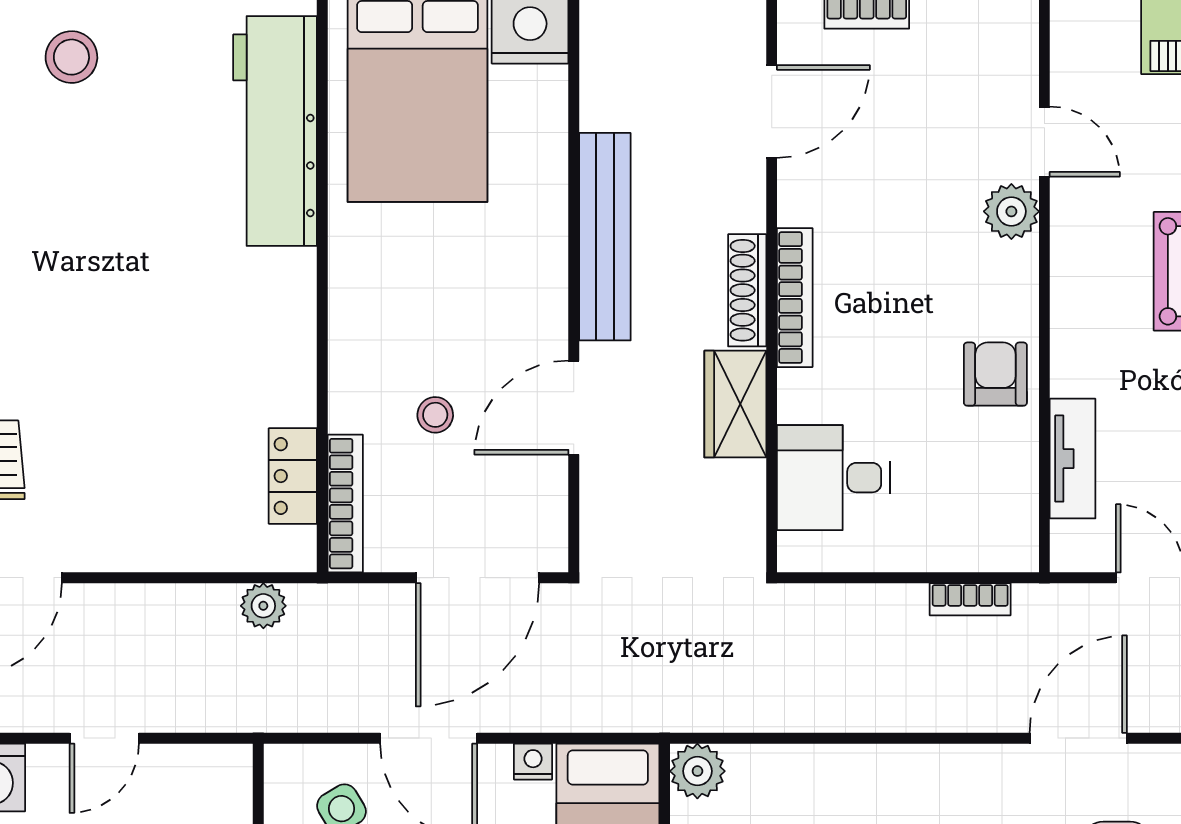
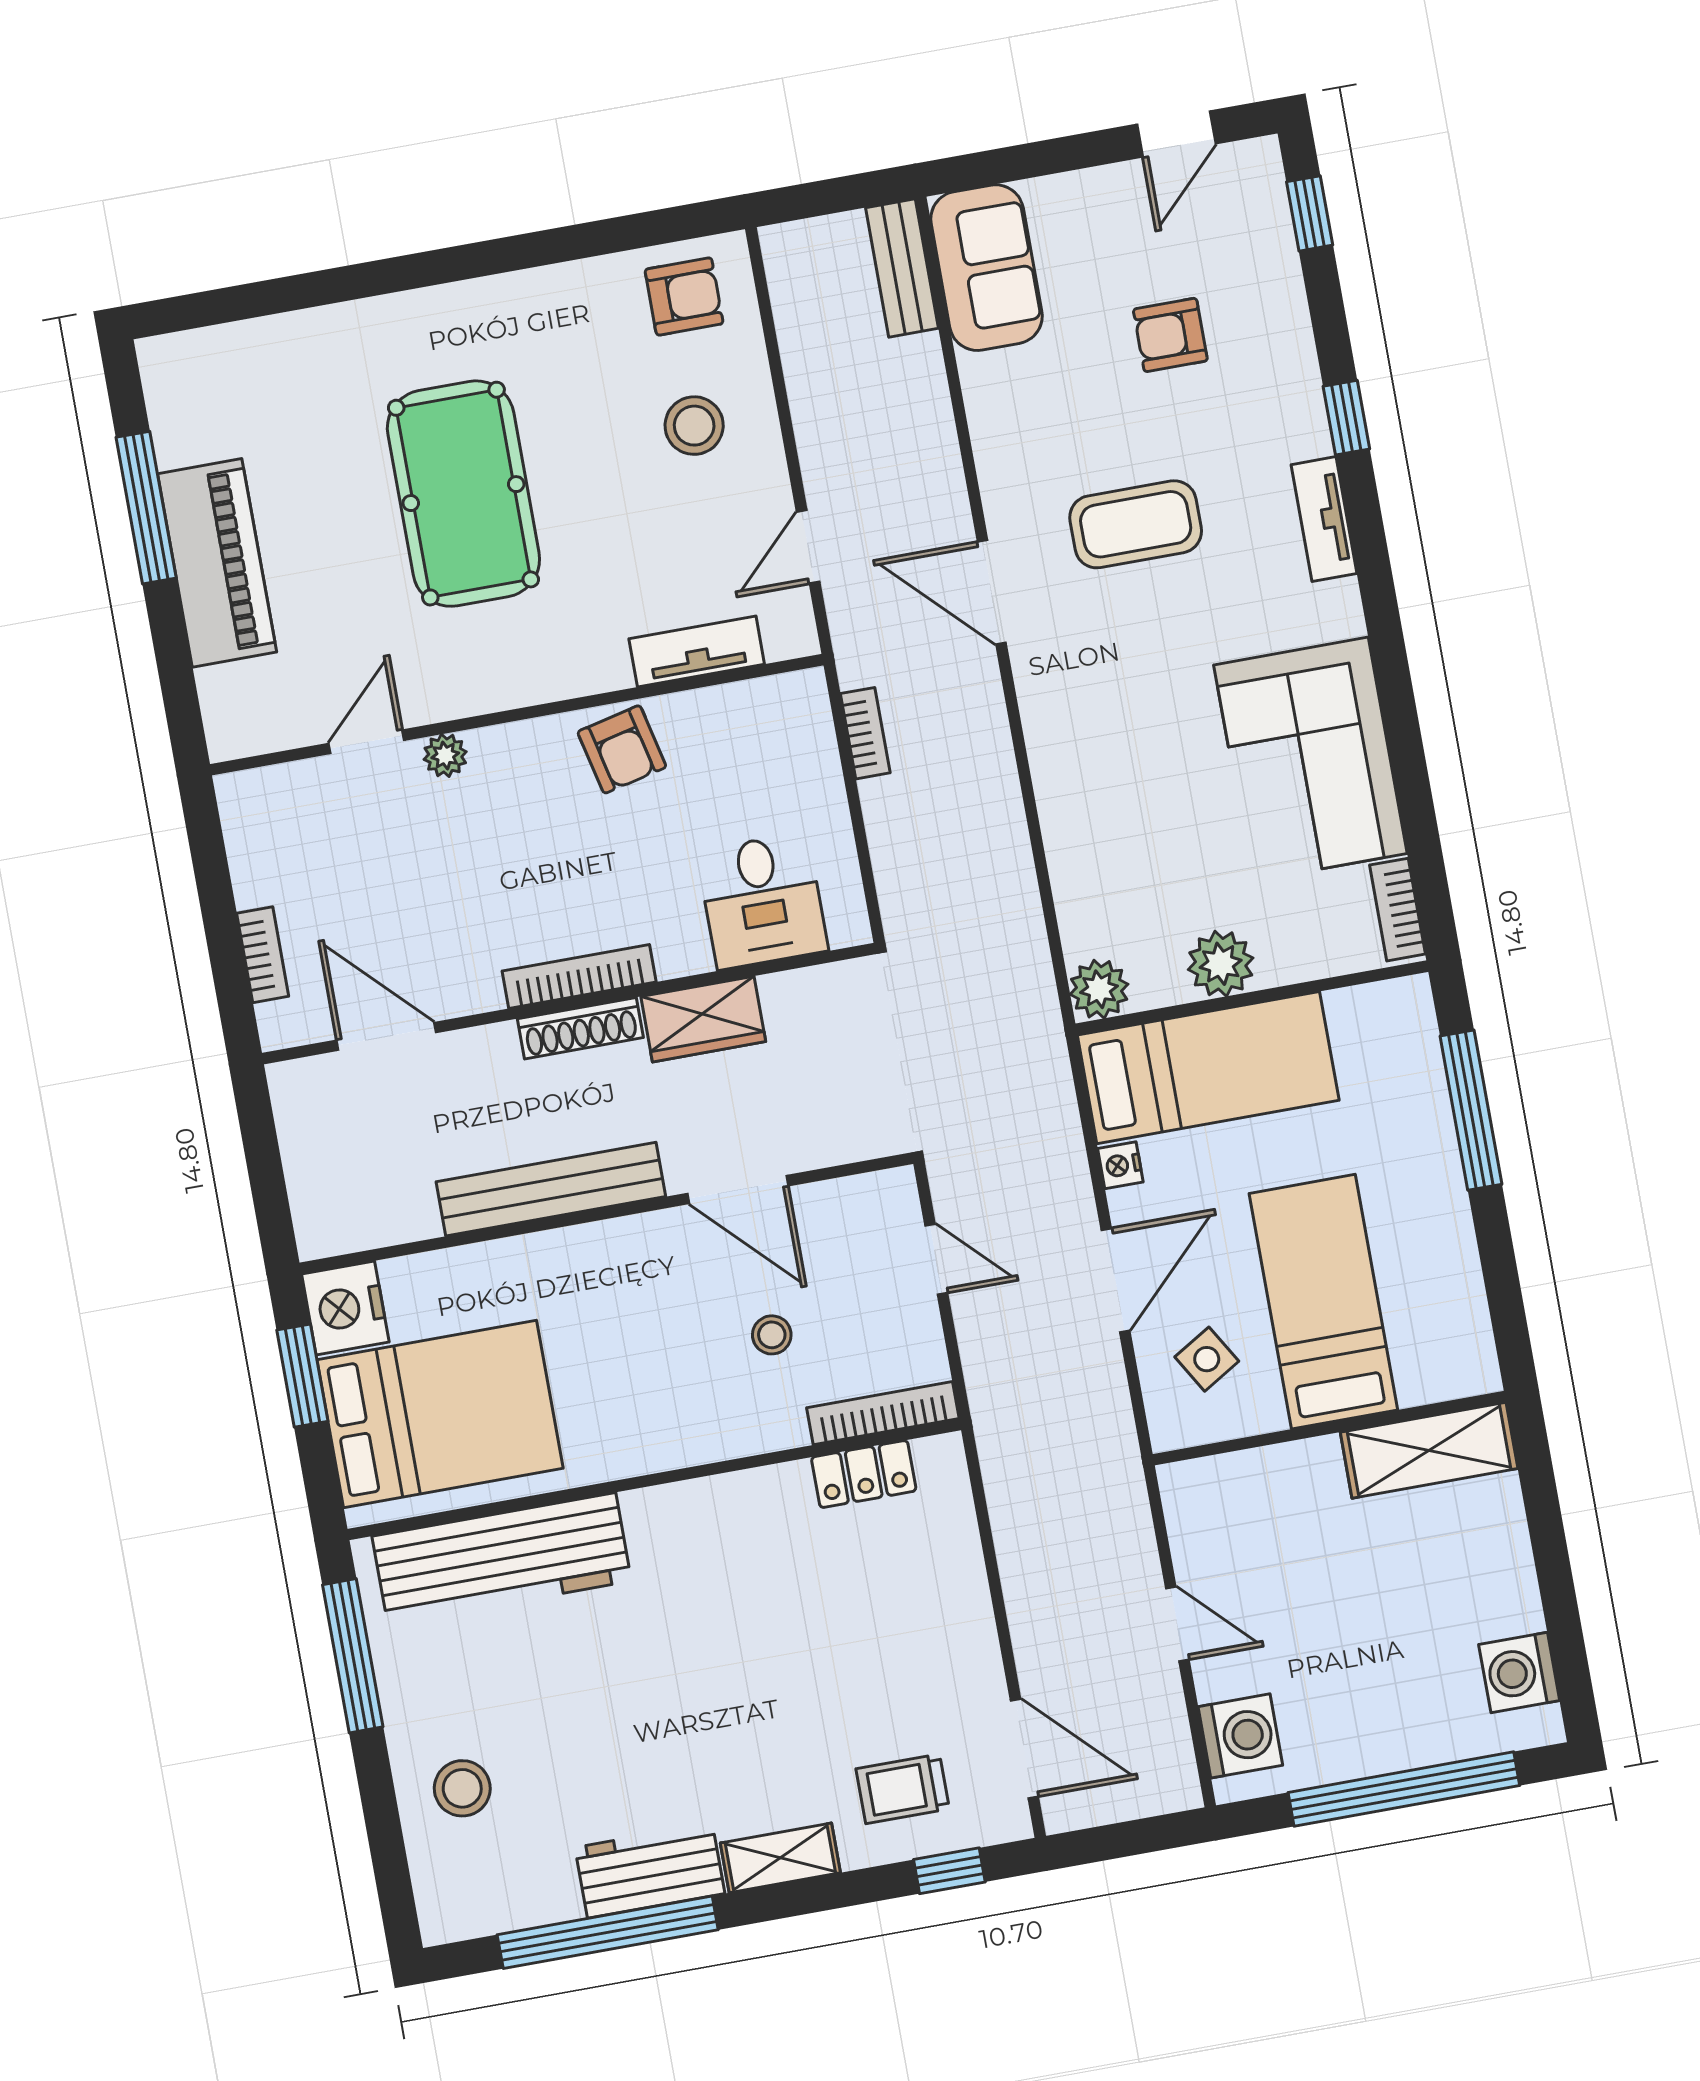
plant: (1011, 211) -> (445, 755), width x0.73, depth x0.73
armchair: (995, 374) -> (622, 749), turned -103
door: (477, 578) -> (936, 1259), width x0.53
plant: (263, 606) -> (1007, 1481), removed

